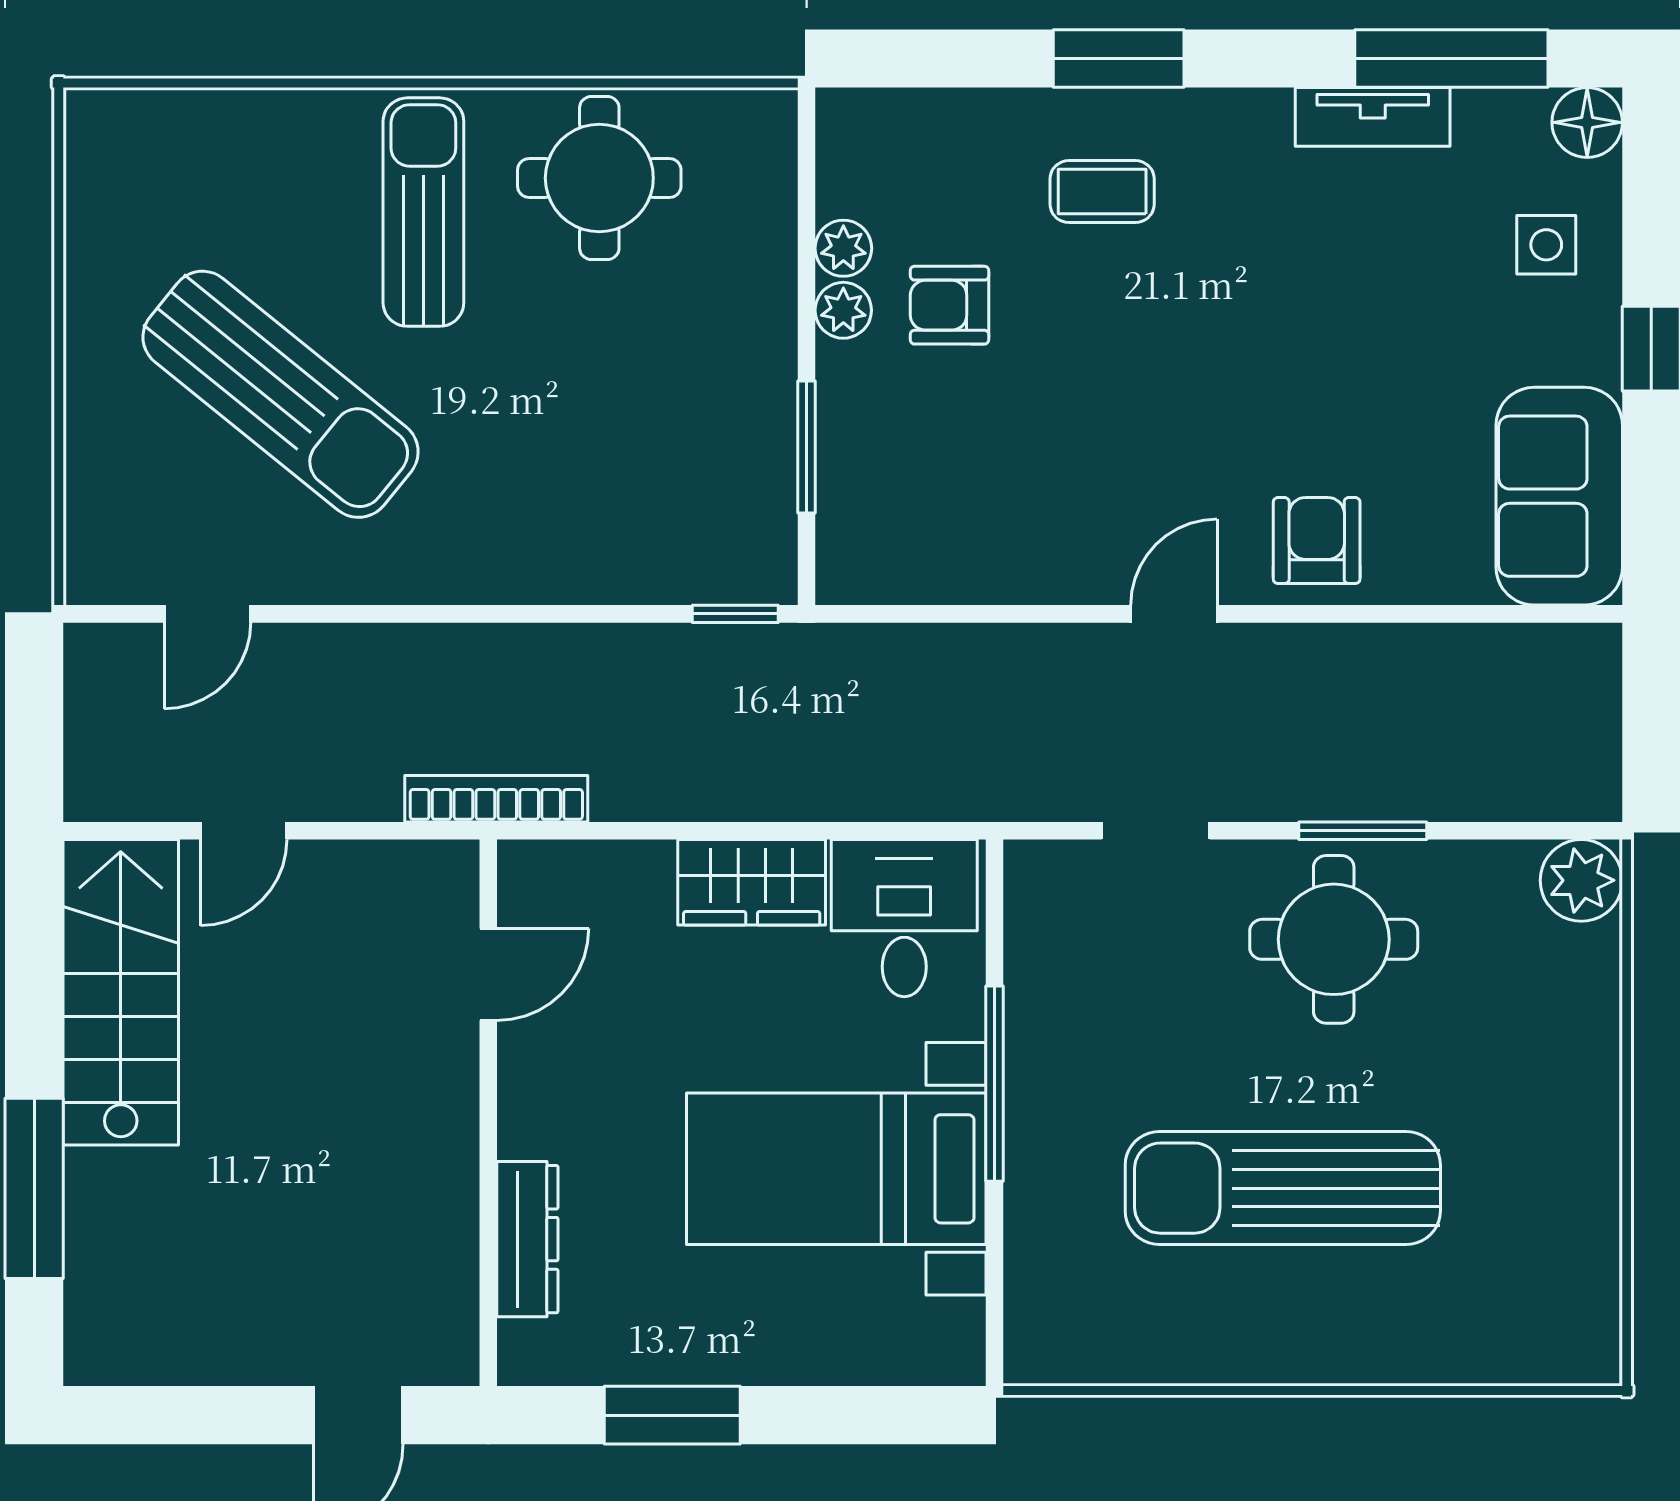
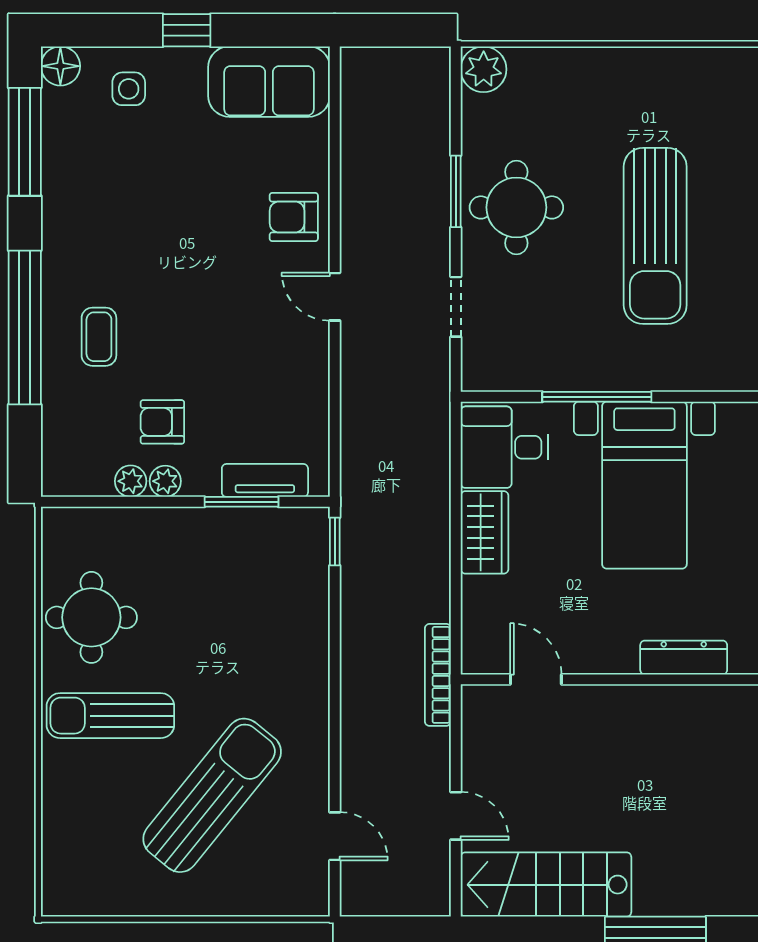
window: (1119, 58) -> (25, 328), width x2.11
tv unit: (1373, 117) -> (265, 480), moved, turned -90
armchair: (950, 305) -> (162, 422), turned 90

